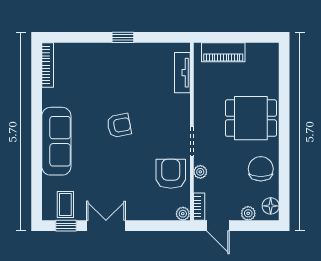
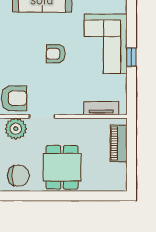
corner sofa: (107, 67) -> (106, 44), added
armchair: (119, 125) -> (56, 54), turned 101
plant: (200, 172) -> (16, 129), width x1.88, depth x1.88

